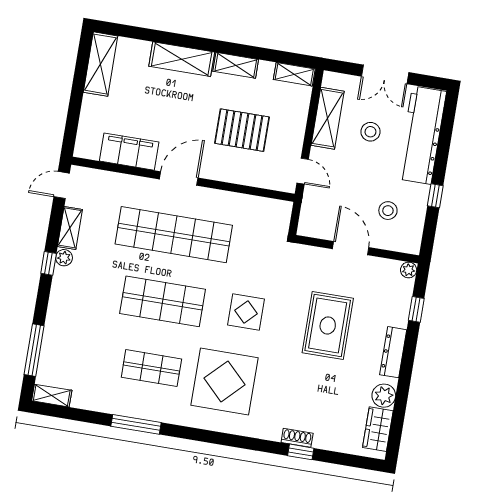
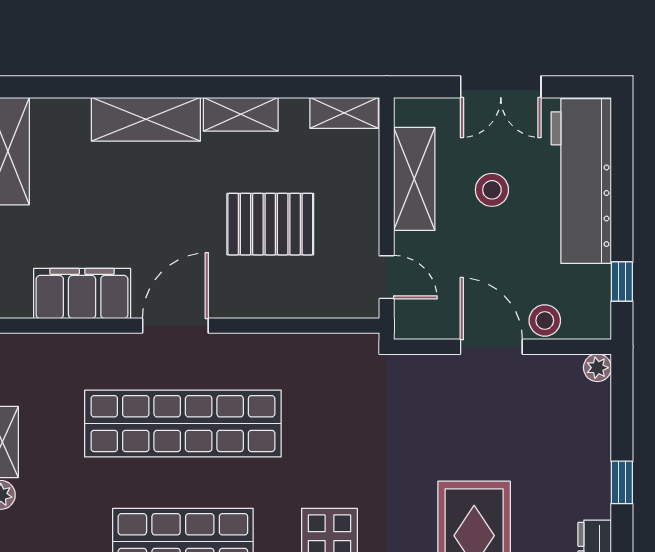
door: (351, 248) -> (491, 347), moved
wall: (357, 249) -> (502, 347), moved
plant: (409, 270) -> (597, 368), moved

